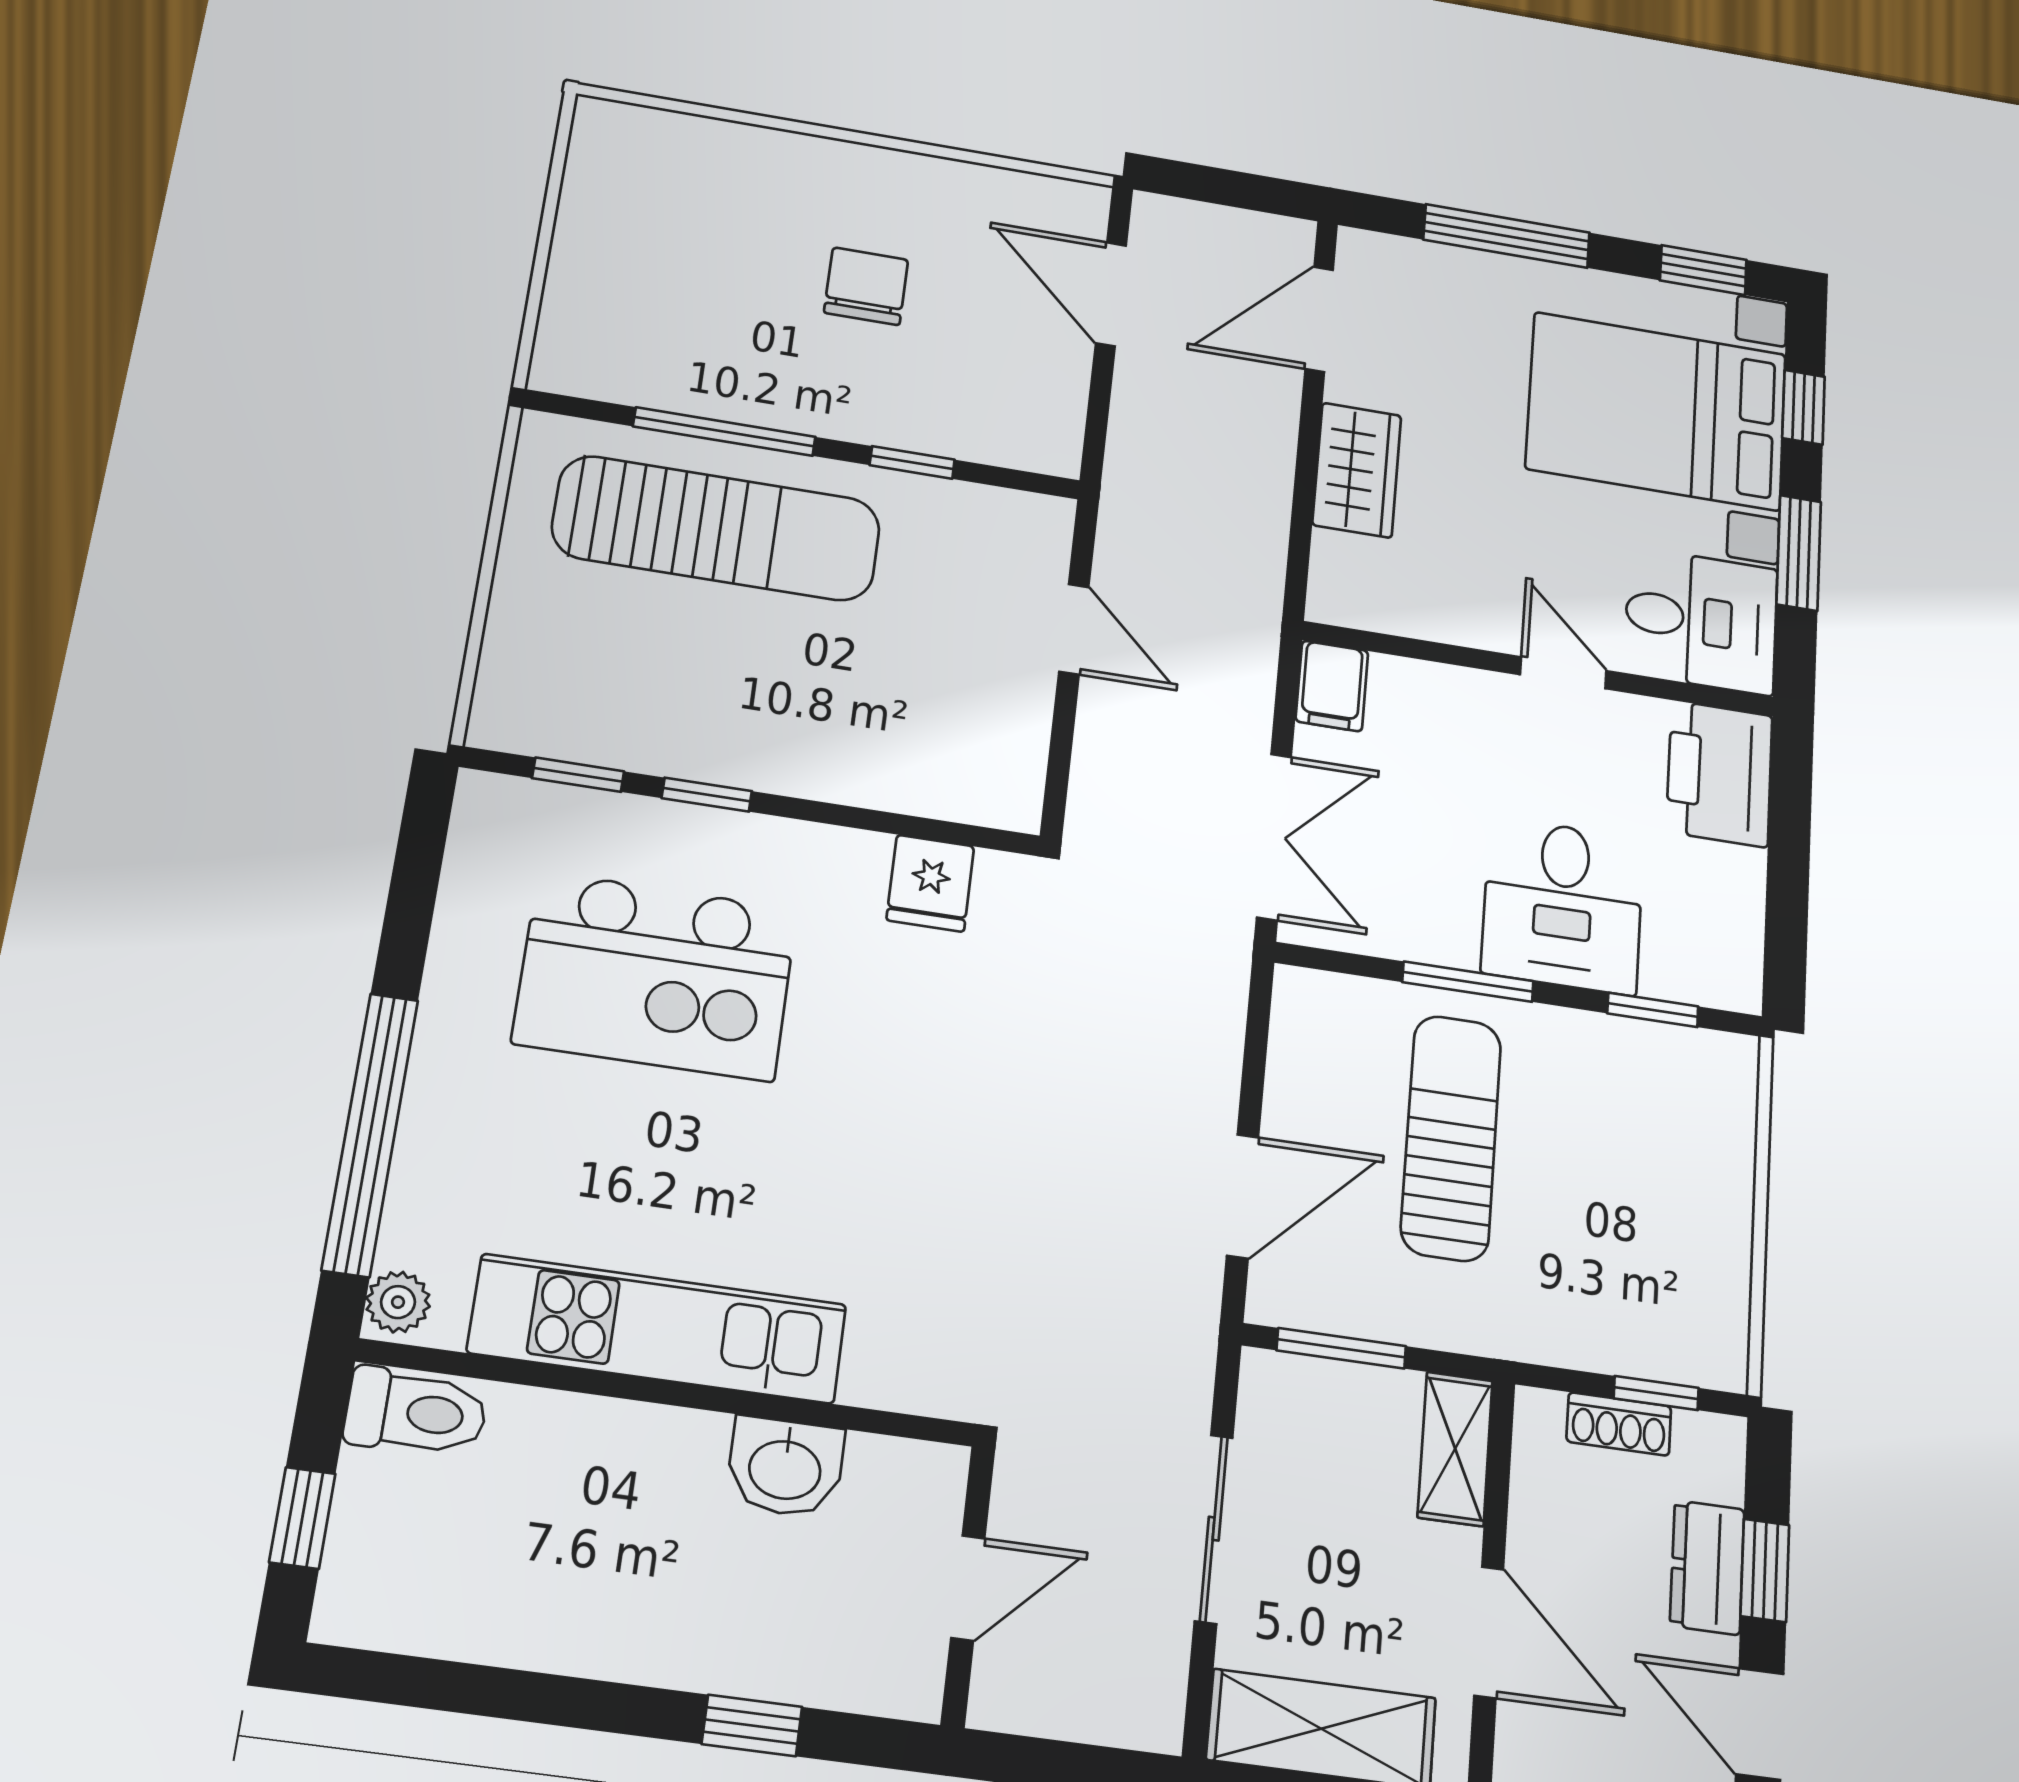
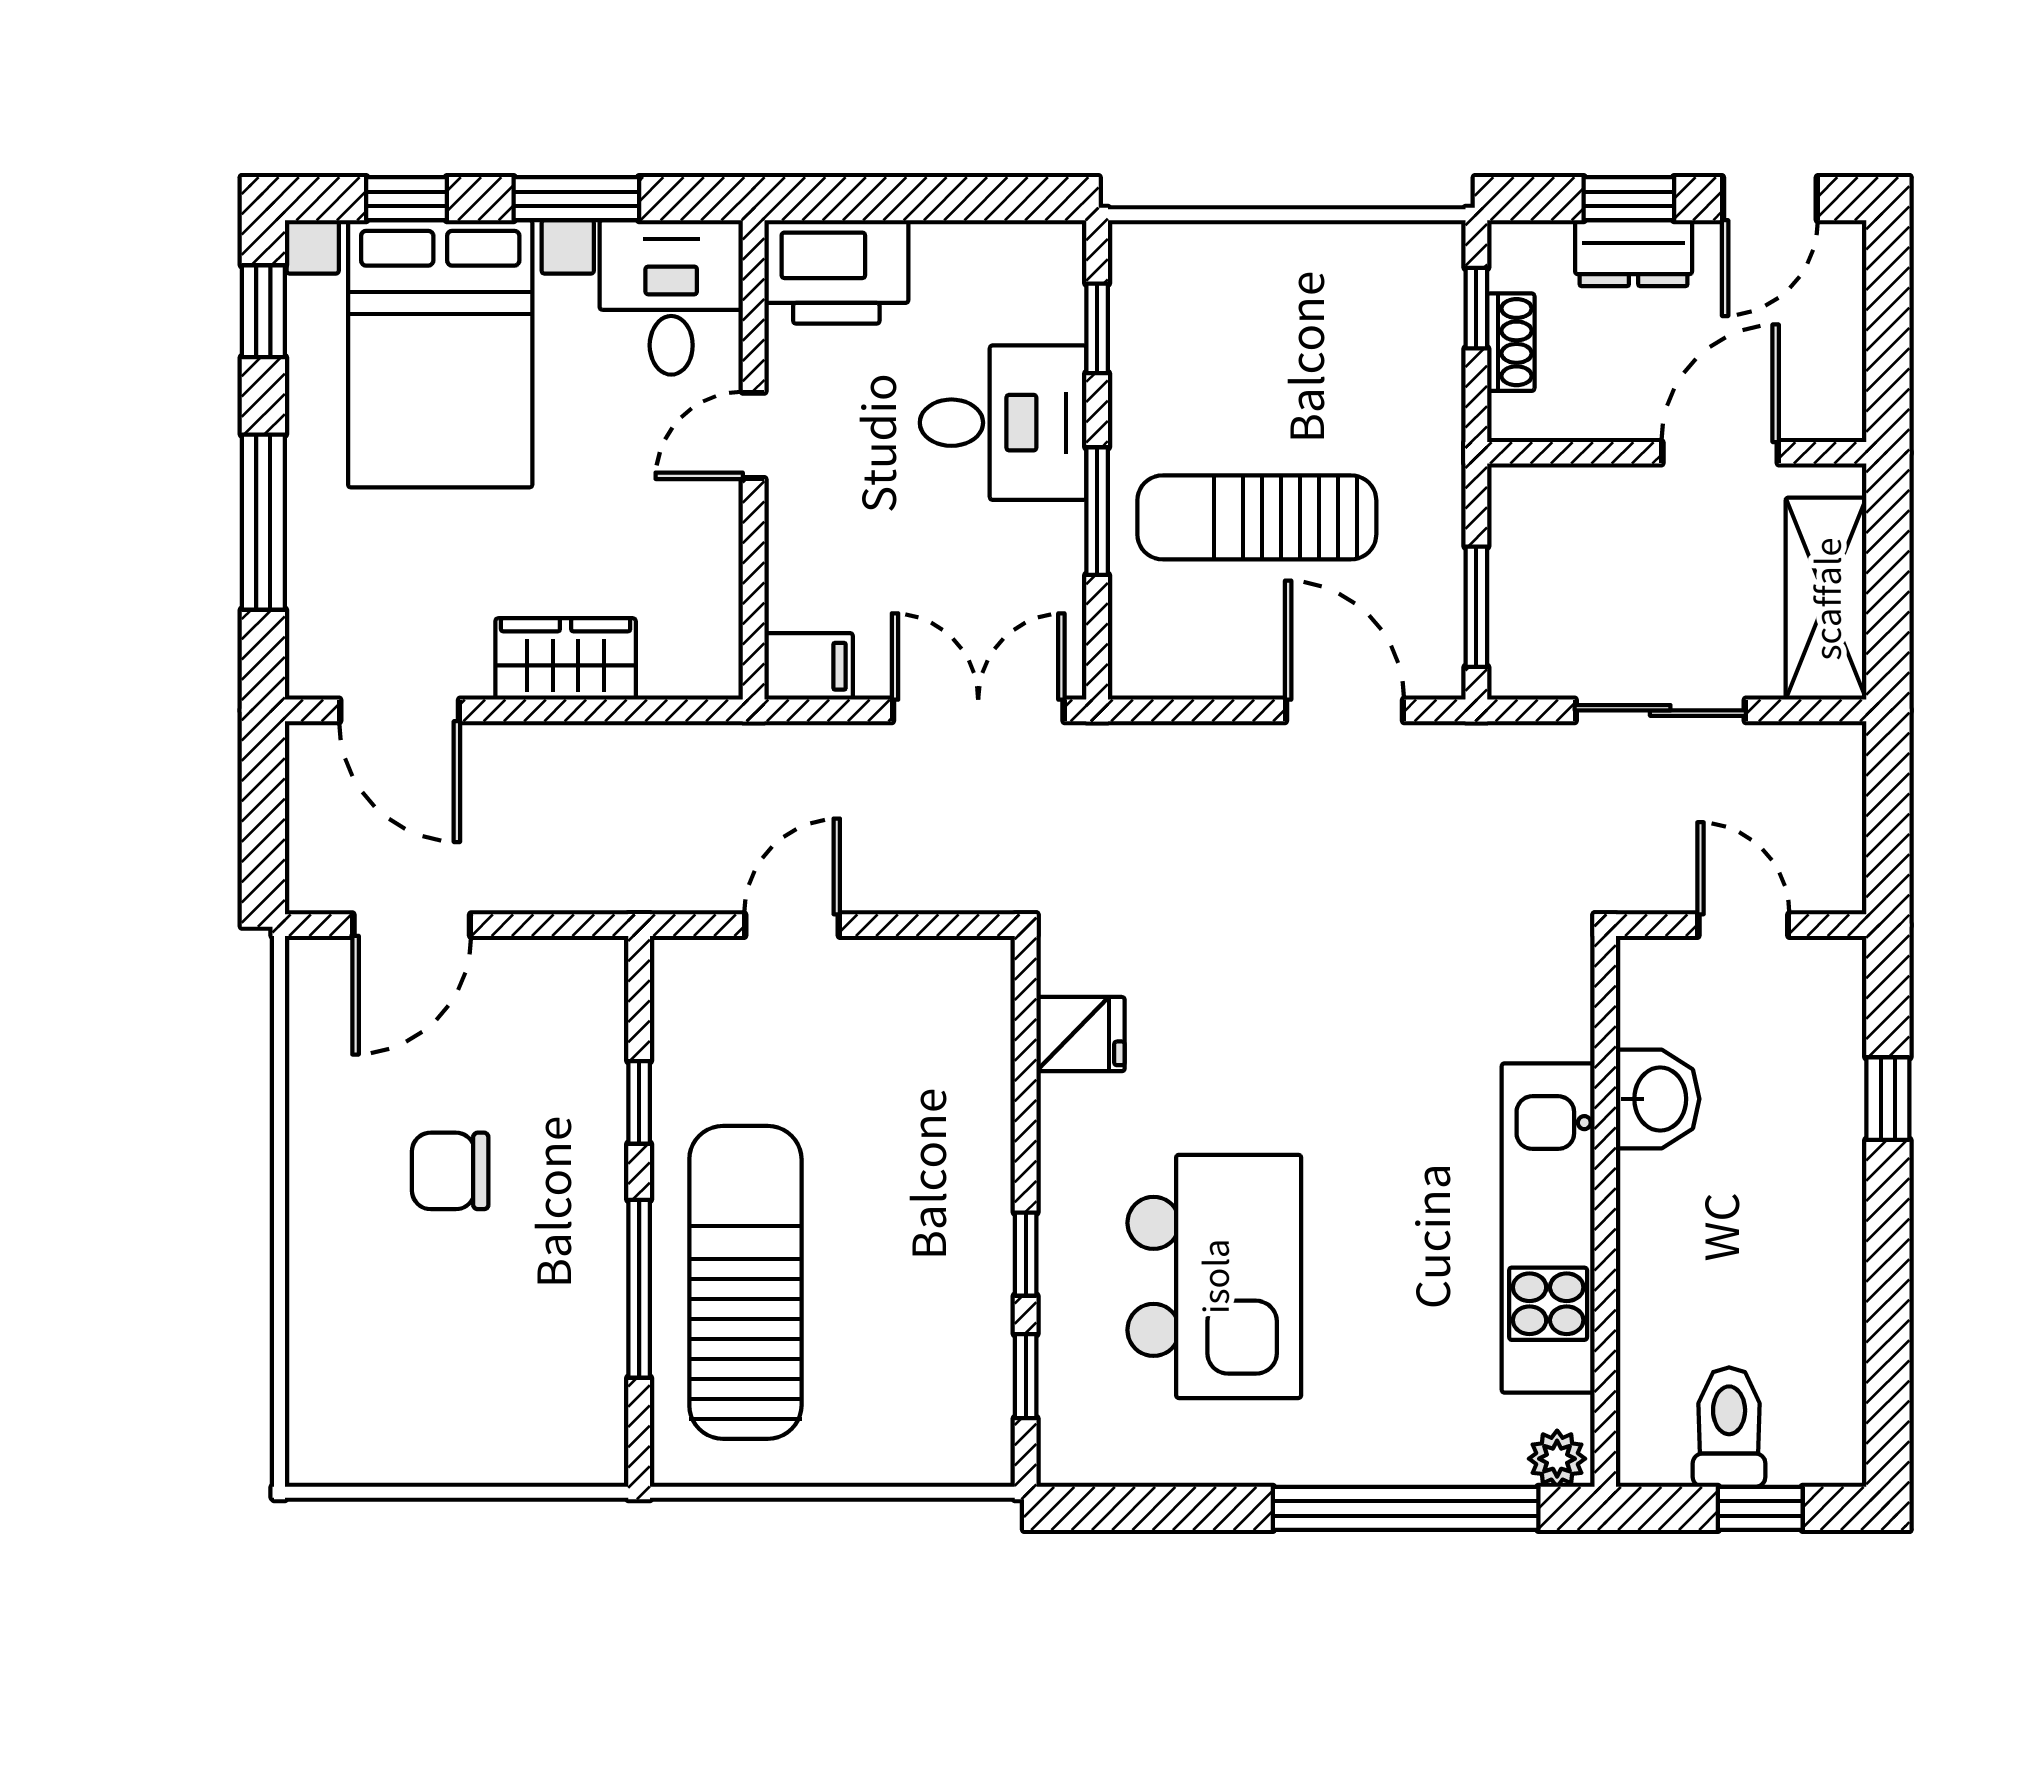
toilet: (416, 1412) -> (1729, 1427), moved
shelving: (1455, 1449) -> (1556, 494), removed

